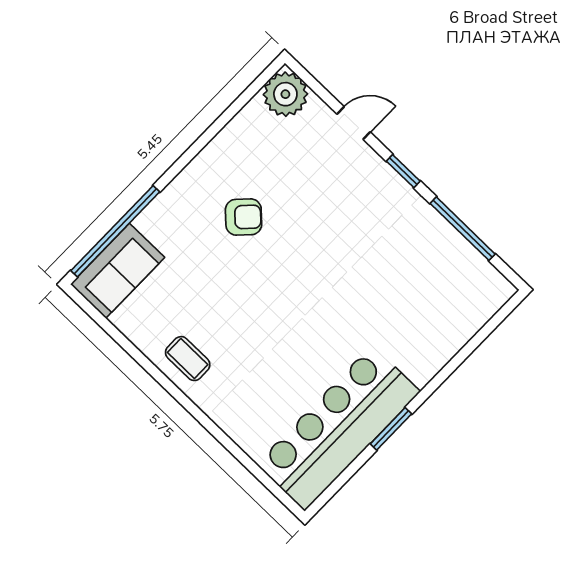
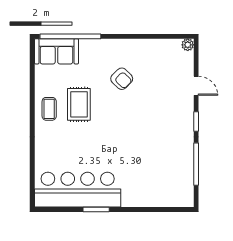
plant: (285, 94) -> (188, 45), width x0.53, depth x0.53
rug: (222, 311) -> (79, 104), added

